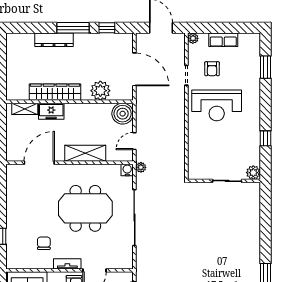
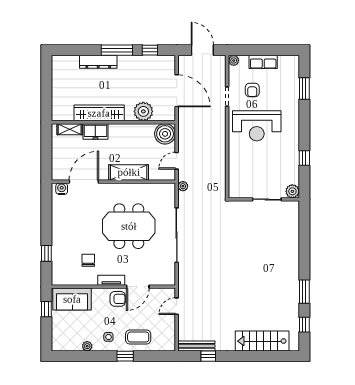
water cooler: (127, 170) -> (62, 189), moved

